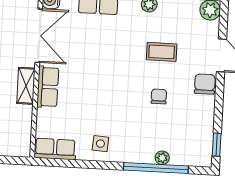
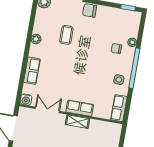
double door: (39, 36) -> (47, 110), width x0.73
chair: (159, 97) -> (116, 49), moved
window: (156, 168) -> (134, 68), moved

